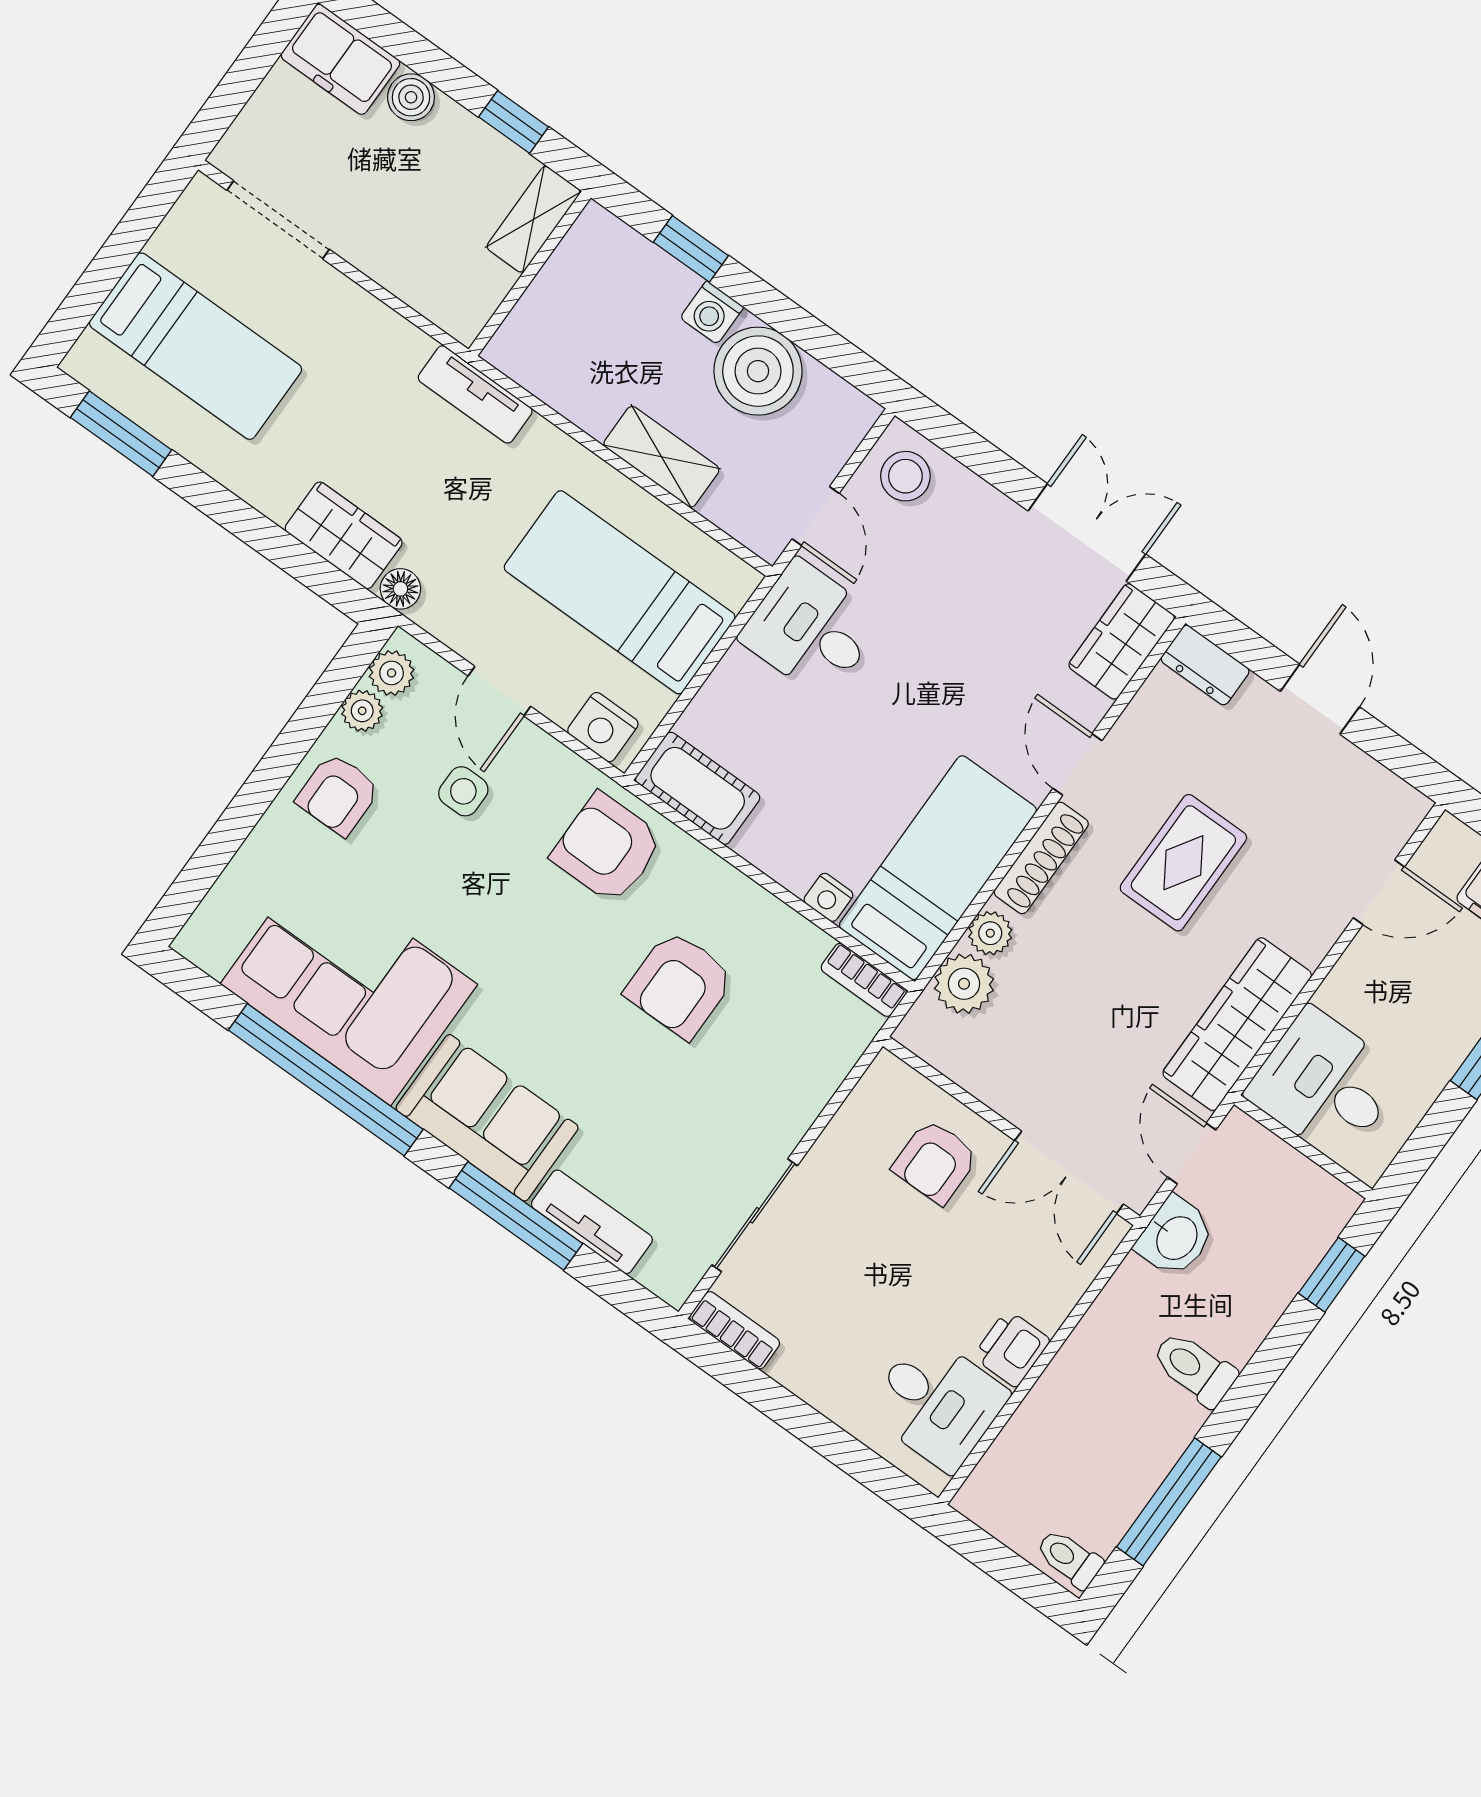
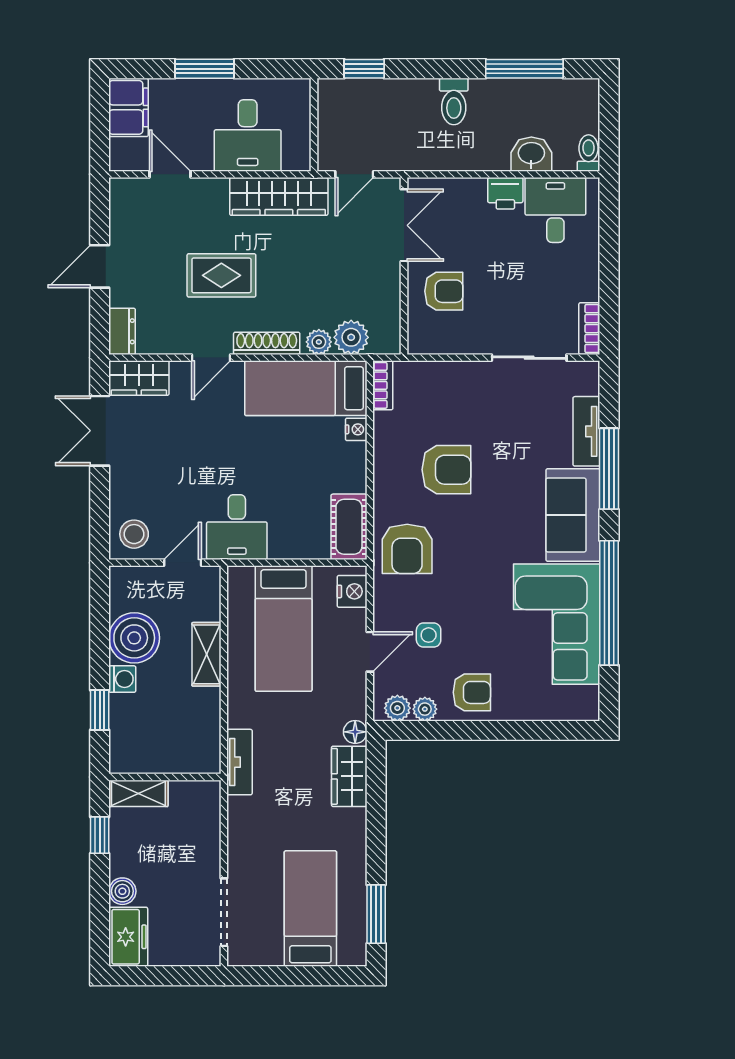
desk: (1325, 1084) -> (248, 135), moved
washbasin: (1175, 1237) -> (531, 154), moved
toilet: (1069, 1558) -> (589, 153), moved, turned 180

